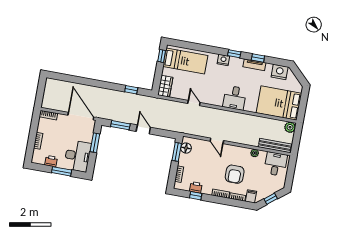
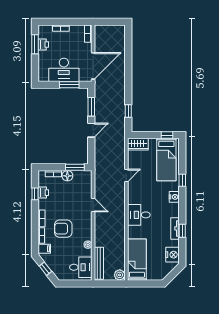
window: (234, 54) -> (182, 180), moved
bed: (279, 103) -> (137, 260), width x0.67
door: (217, 141) -> (93, 205), swing flipped
floor lamp: (186, 148) -> (67, 176), moved
desk: (78, 156) -> (64, 70), moved
window: (62, 171) -> (35, 44), moved

